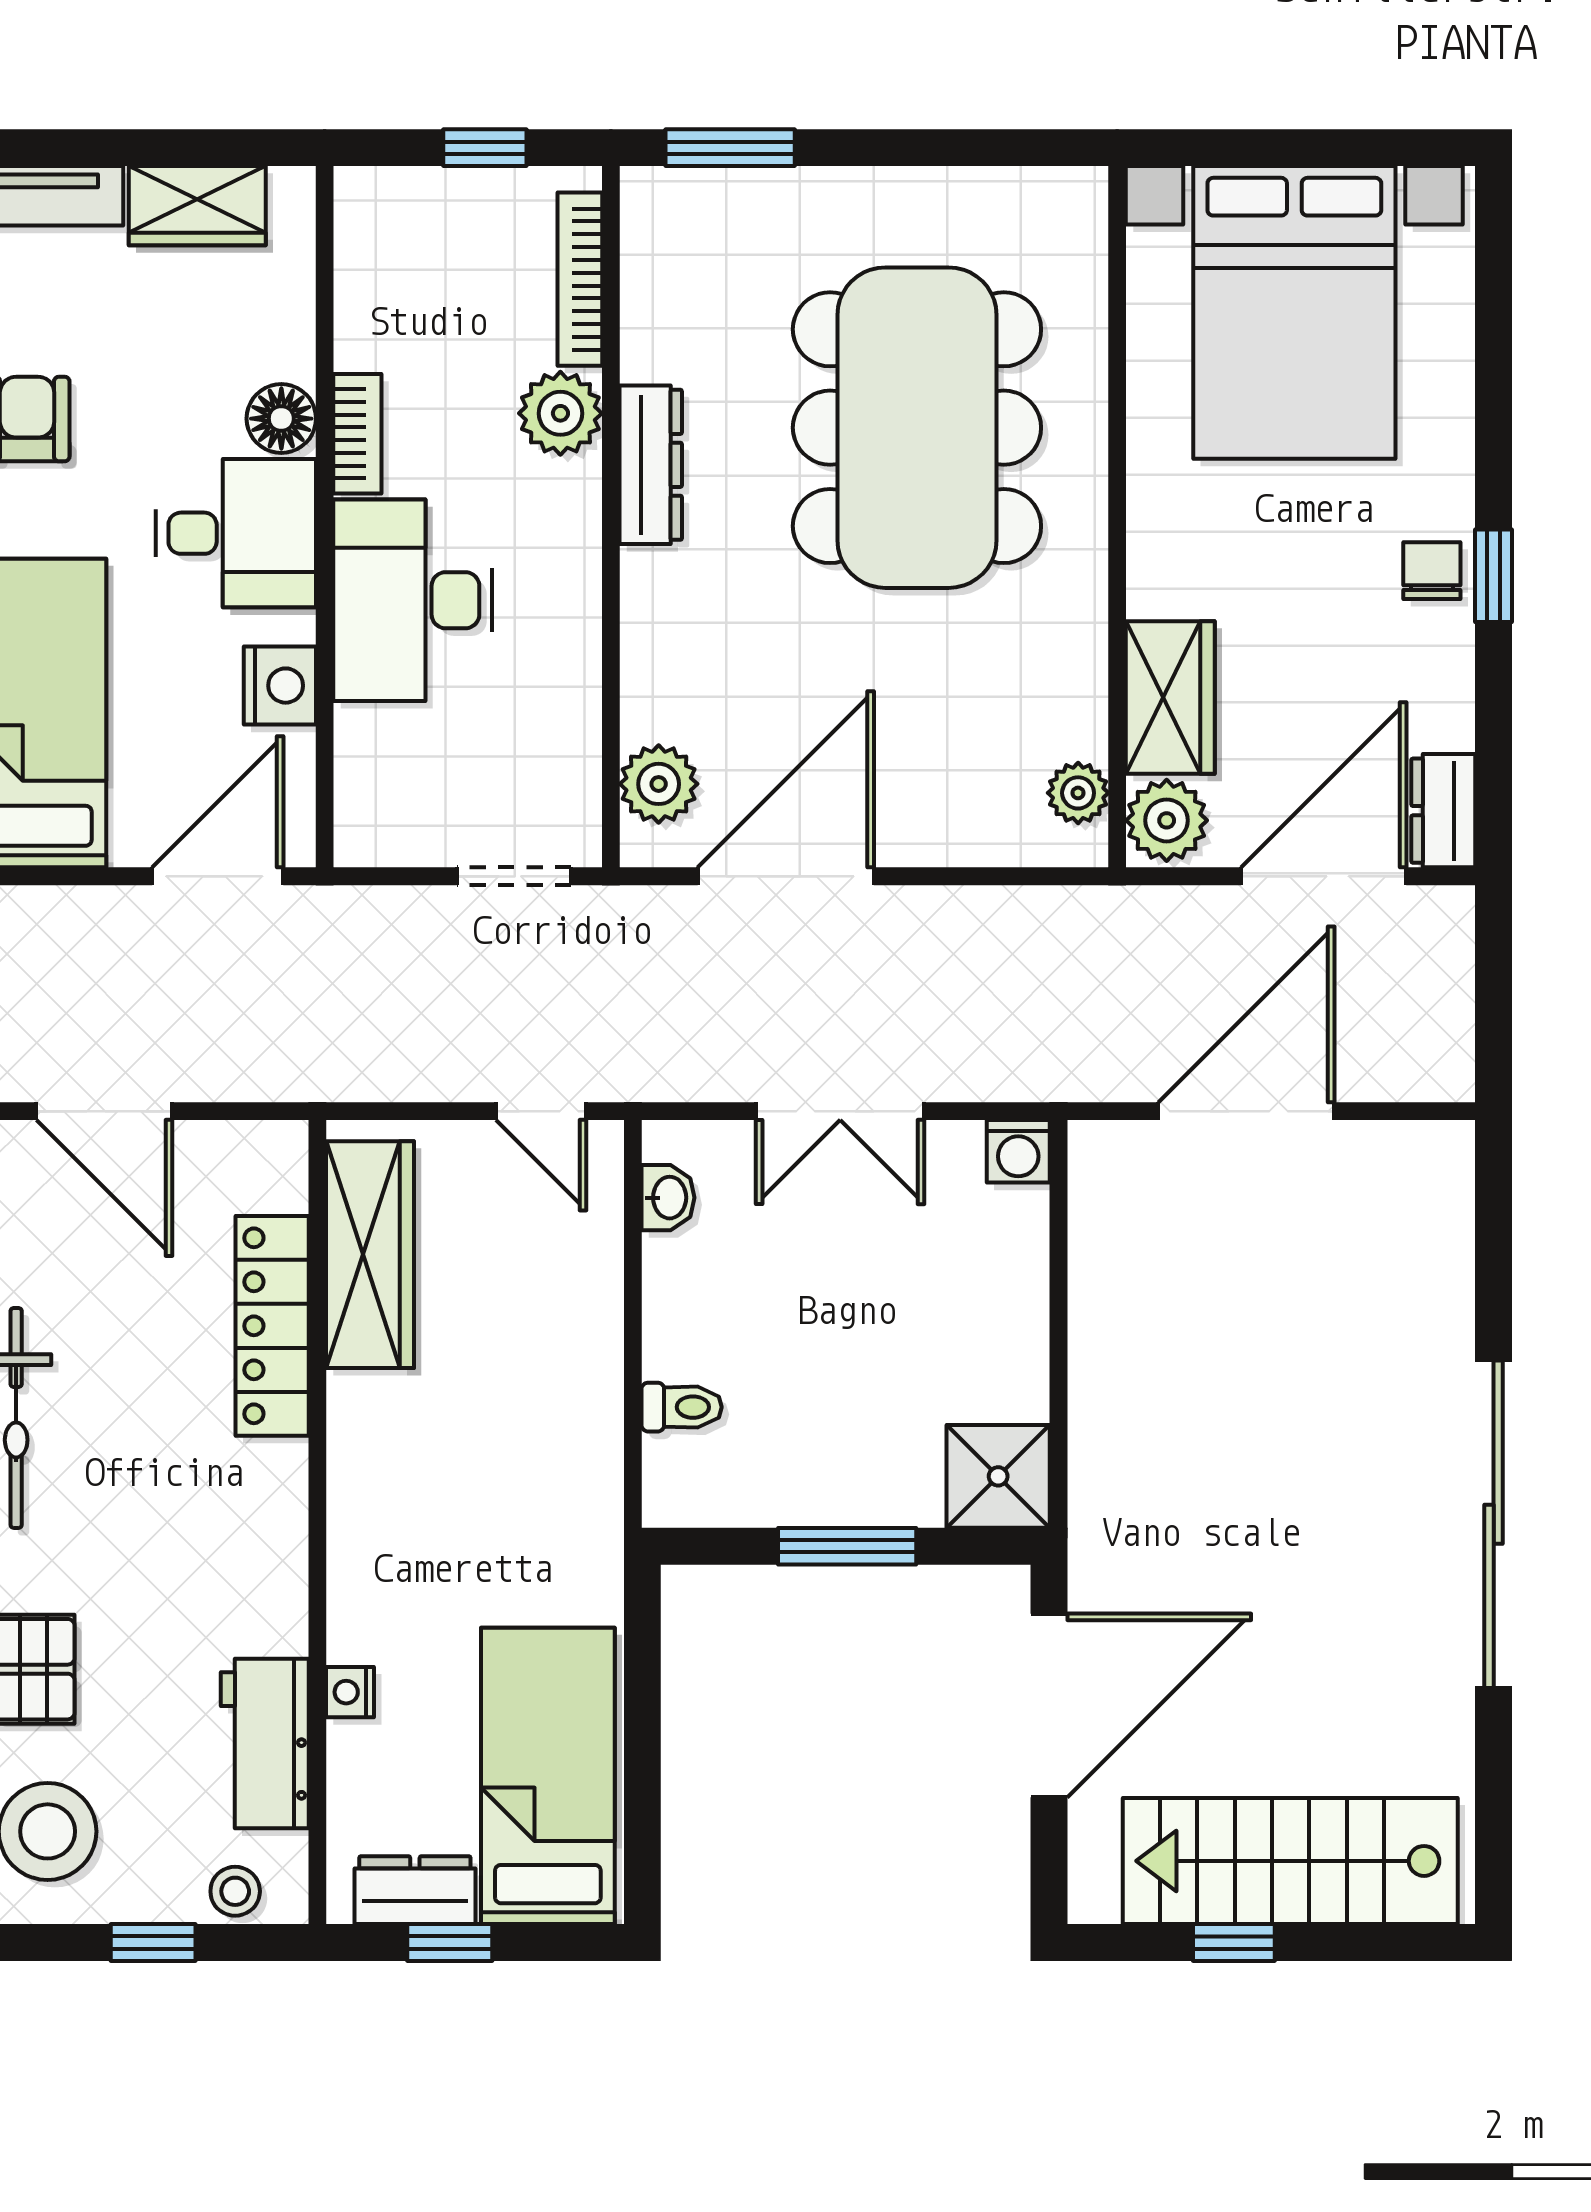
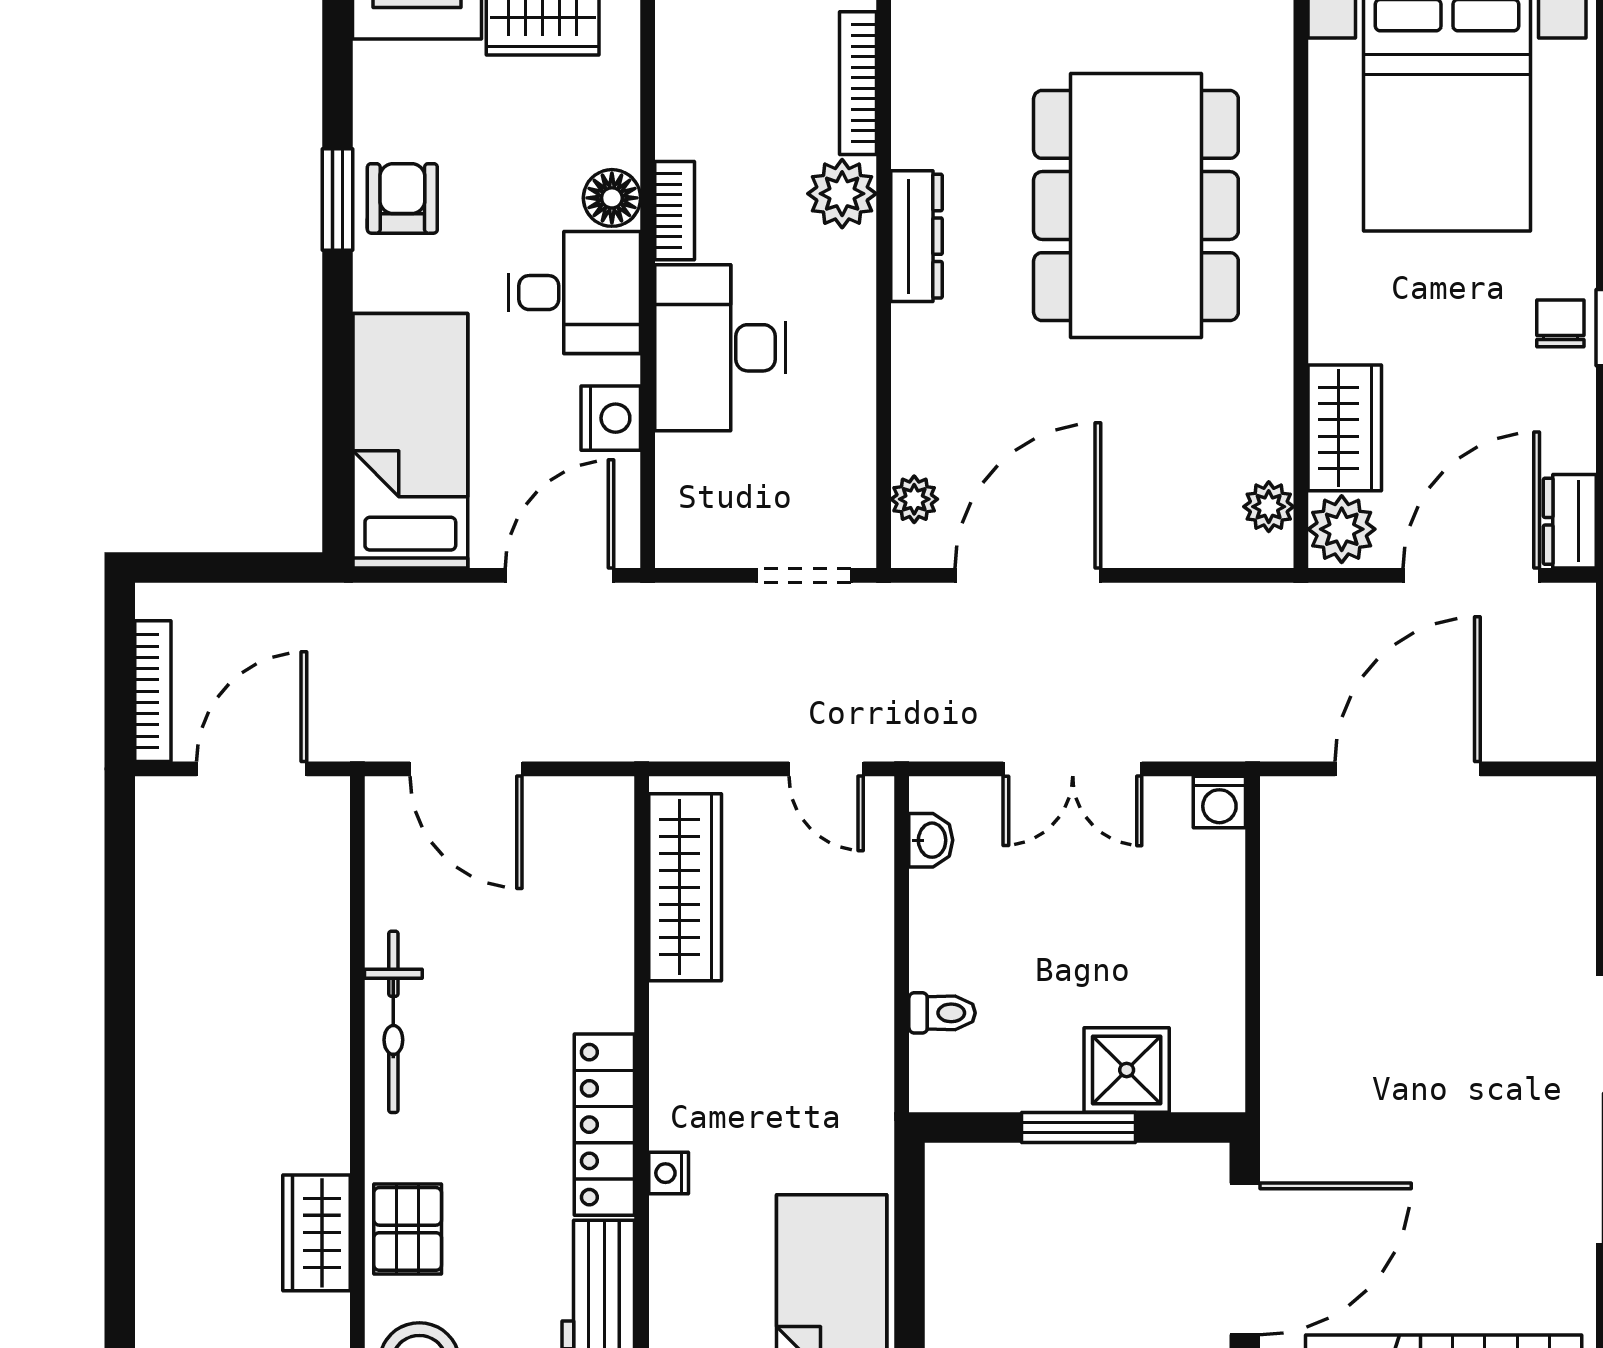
plant: (659, 784) -> (914, 499), width x0.73, depth x0.73
locker: (272, 1326) -> (604, 1125), moved
shower: (998, 1476) -> (1127, 1070), moved
nightstand: (350, 1692) -> (669, 1173), moved

